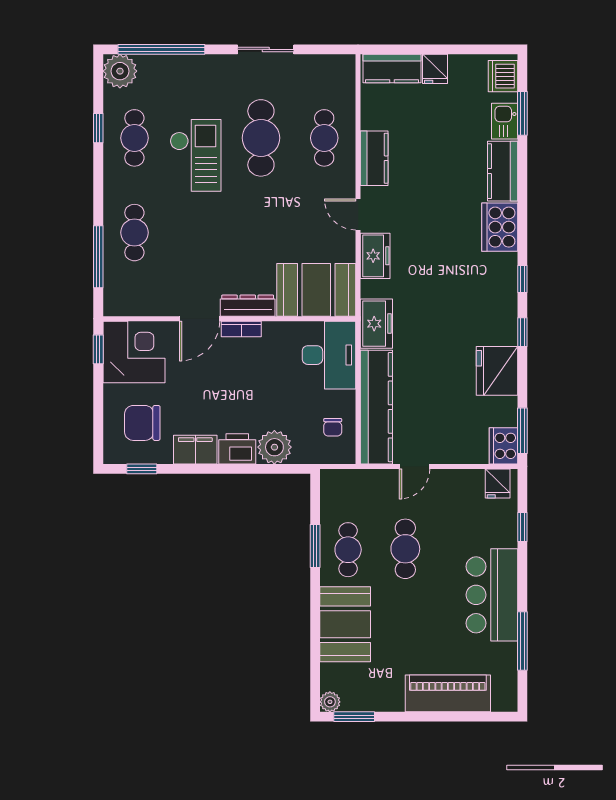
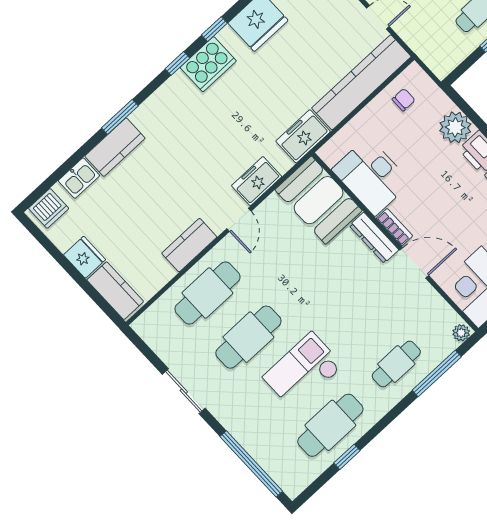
fridge: (435, 69) -> (85, 257), width x1.38
plant: (120, 71) -> (461, 333), moved, width x0.53, depth x0.53
window: (522, 113) -> (120, 117), moved
cafe table: (134, 138) -> (330, 425), width x1.37, depth x1.35
cafe table: (324, 138) -> (207, 293), width x1.37, depth x1.35
cooker: (500, 227) -> (208, 64), moved
desk: (329, 355) -> (371, 176), moved, turned -90

